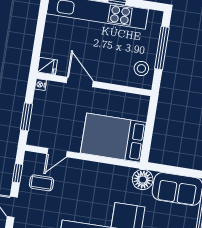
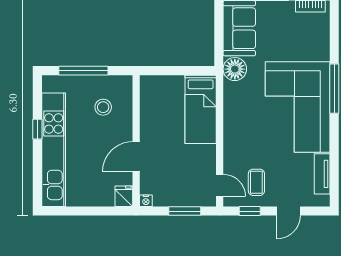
stool: (141, 68) -> (103, 107), moved
bed: (113, 138) -> (201, 109), width x0.67
door: (57, 153) -> (220, 185), moved

